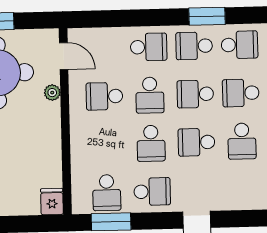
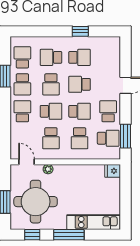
door: (64, 56) -> (27, 162), hinge flipped
school desk: (241, 93) -> (51, 57), turned 90
school desk: (196, 142) -> (80, 84), turned 90
school desk: (106, 144) -> (80, 138), added

